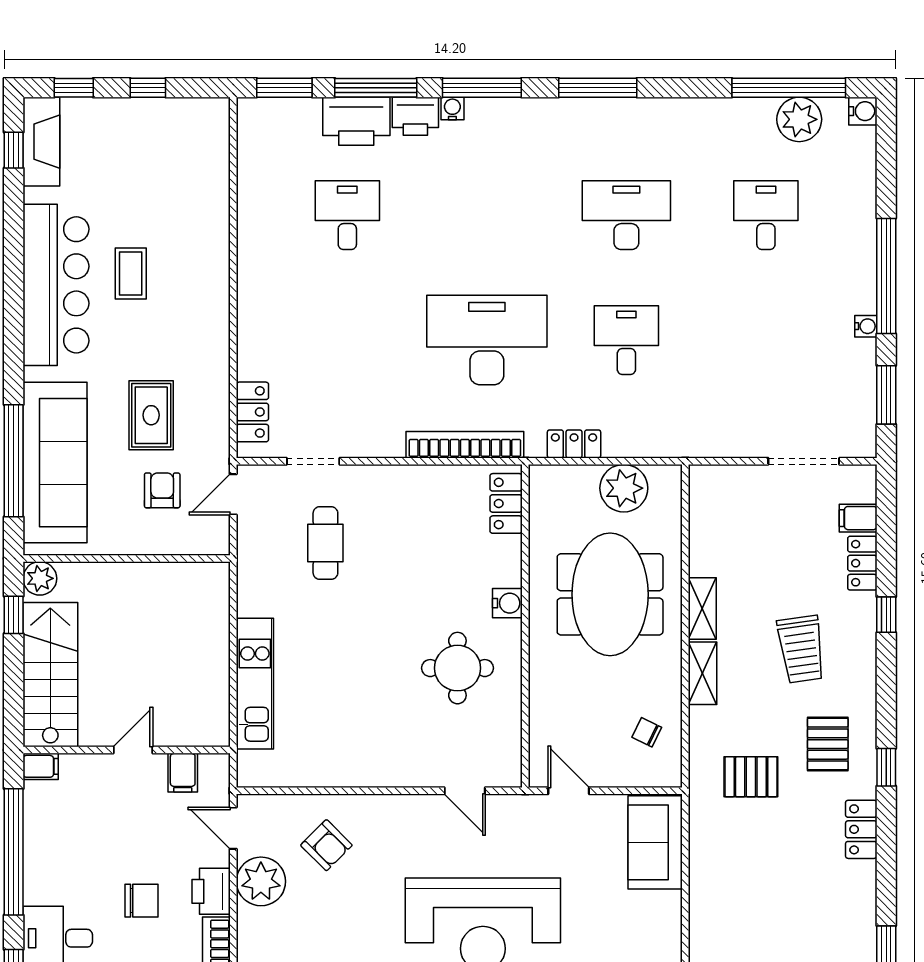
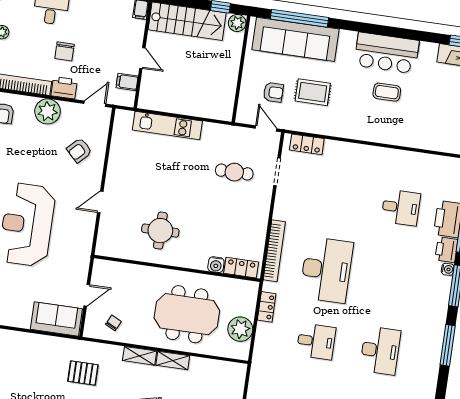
bar counter: (56, 285) -> (387, 53), width x0.73
water cooler: (507, 603) -> (216, 265), moved
pallet: (751, 777) -> (83, 373), turned 90
door: (465, 791) -> (100, 202), moved
door: (569, 791) -> (87, 295), moved
plant: (261, 881) -> (48, 111), moved

